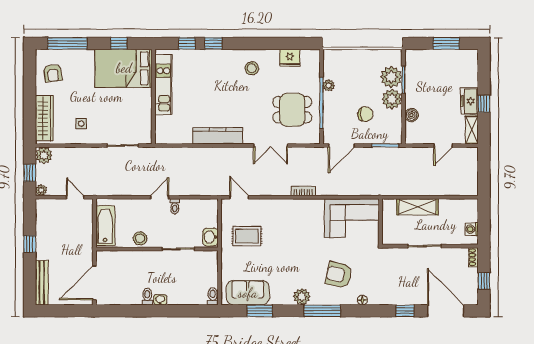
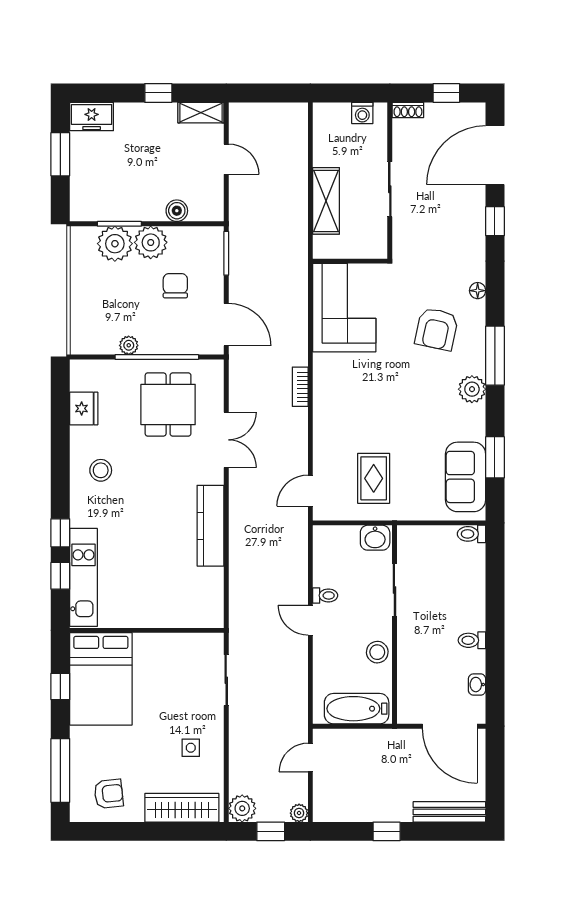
kitchen unit: (163, 85) -> (83, 577), moved, turned 90
freezer: (469, 101) -> (92, 116), moved
washbasin: (160, 300) -> (477, 685), moved

